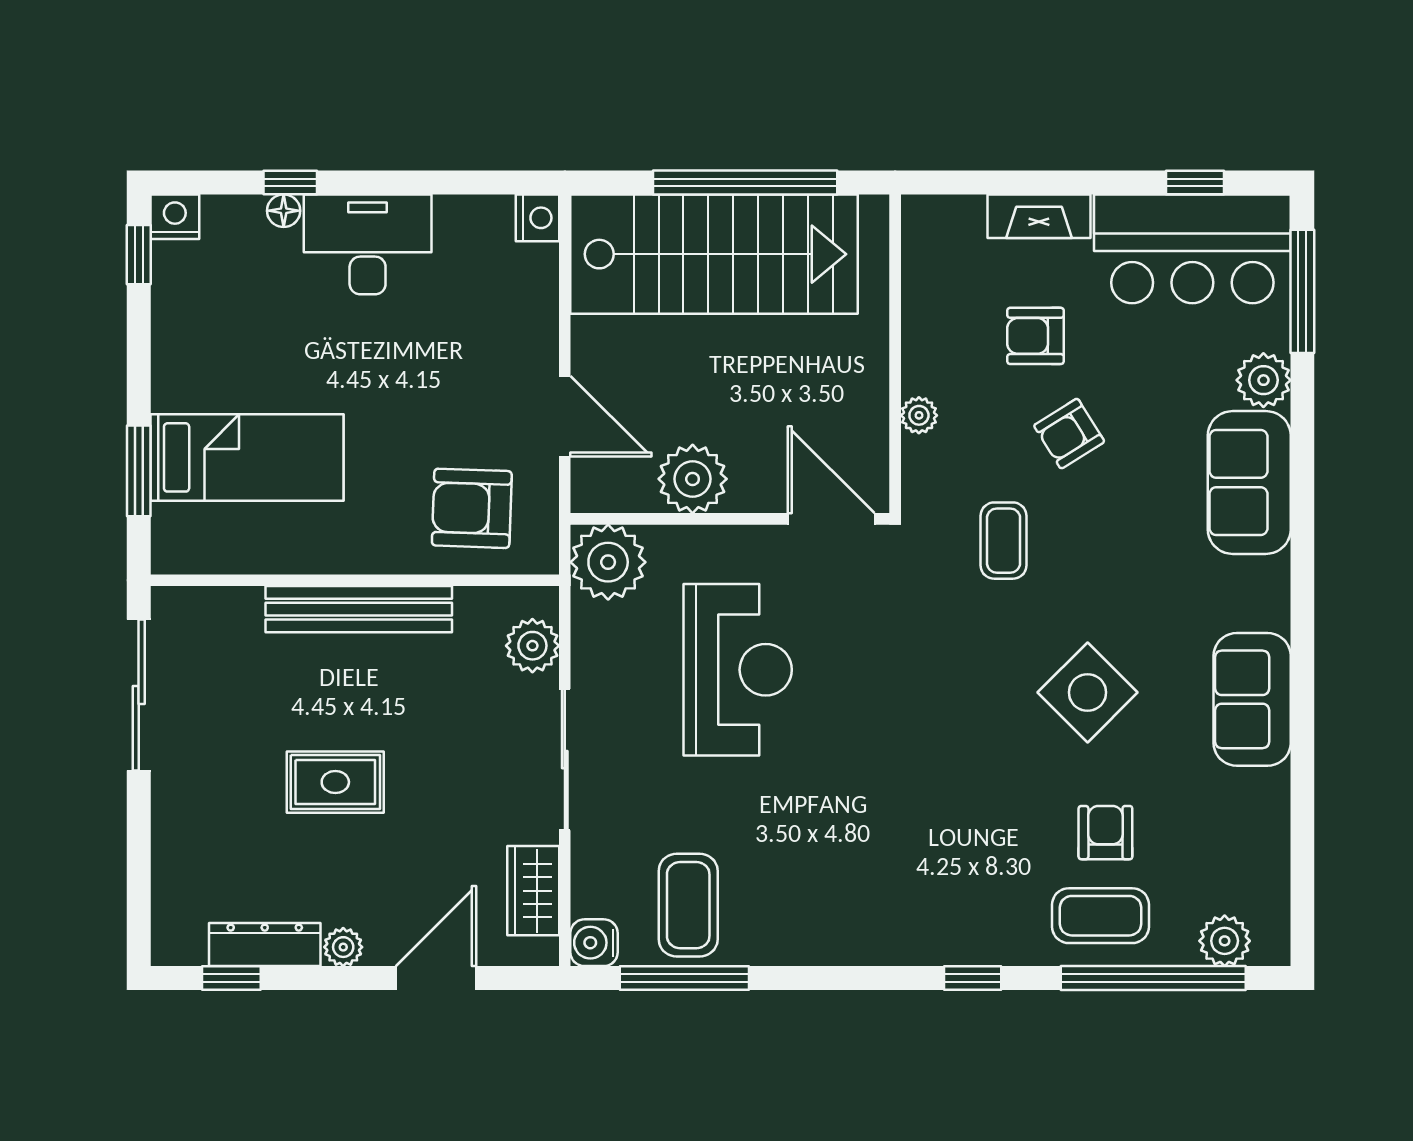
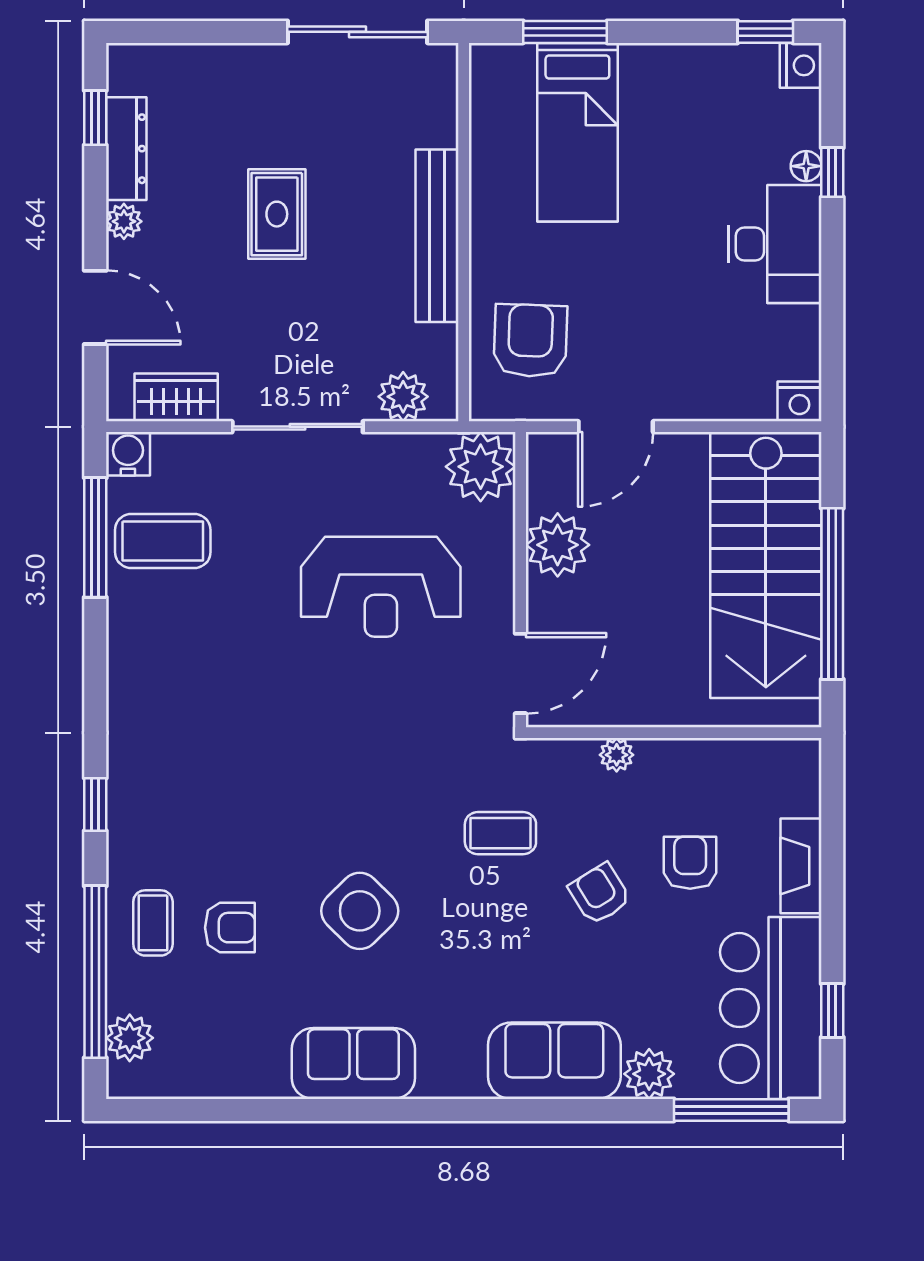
coffee table: (1101, 916) -> (153, 923), width x0.73, depth x0.77

